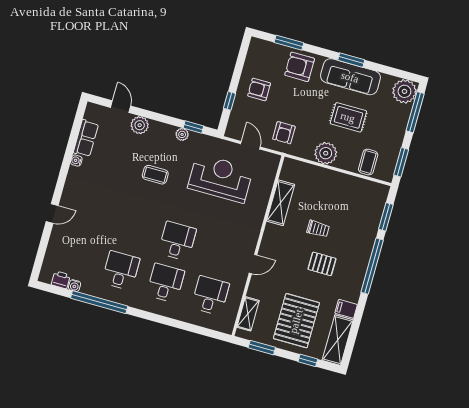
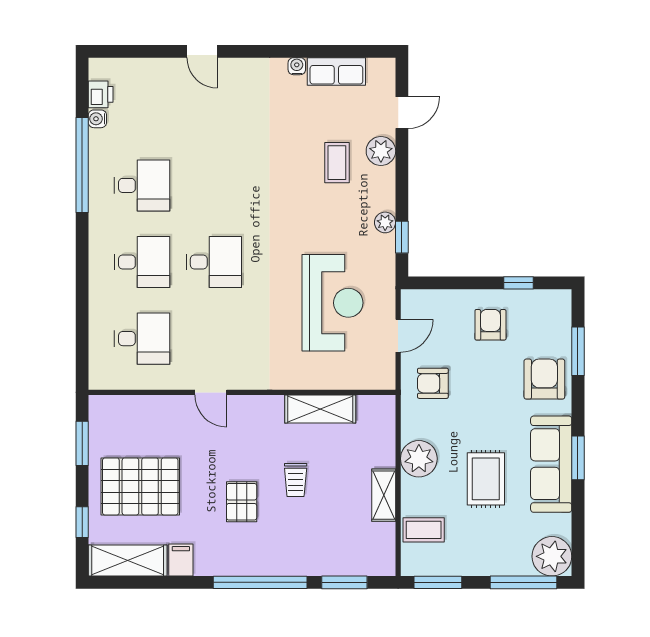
window: (230, 101) -> (518, 283), moved
coffee table: (155, 175) -> (337, 163), moved
shelving: (248, 314) -> (384, 495), moved, turned 90

